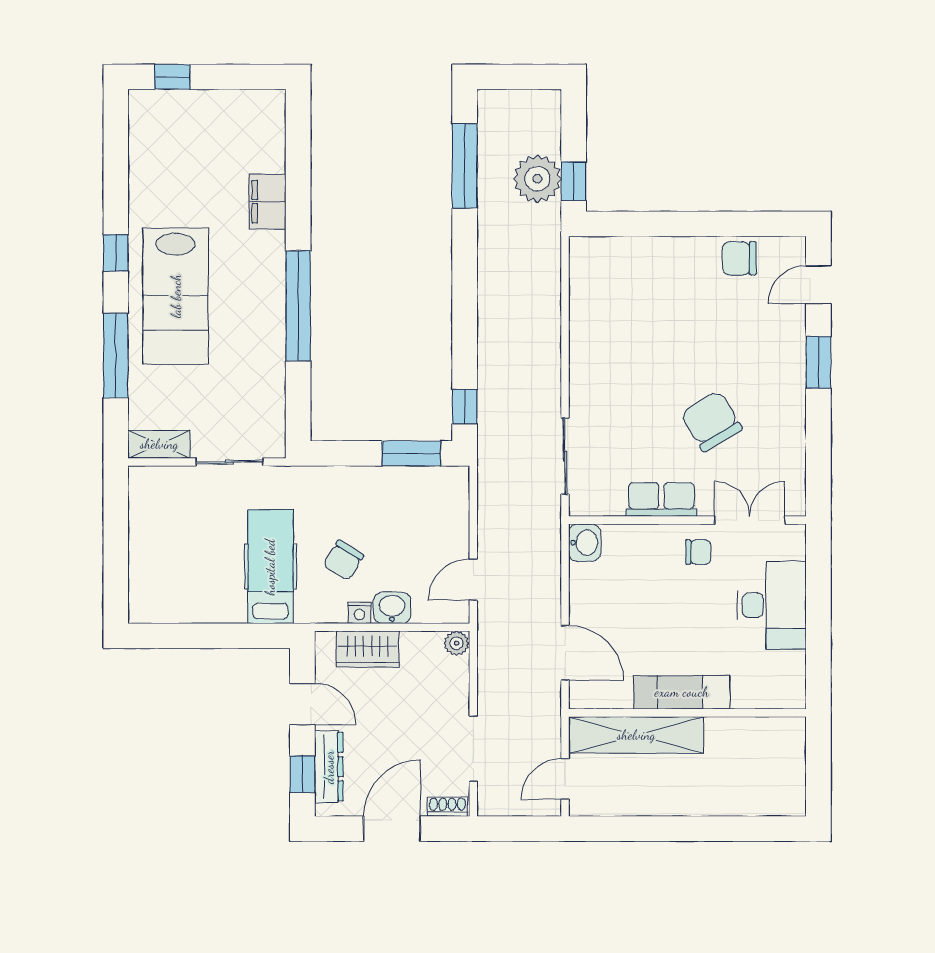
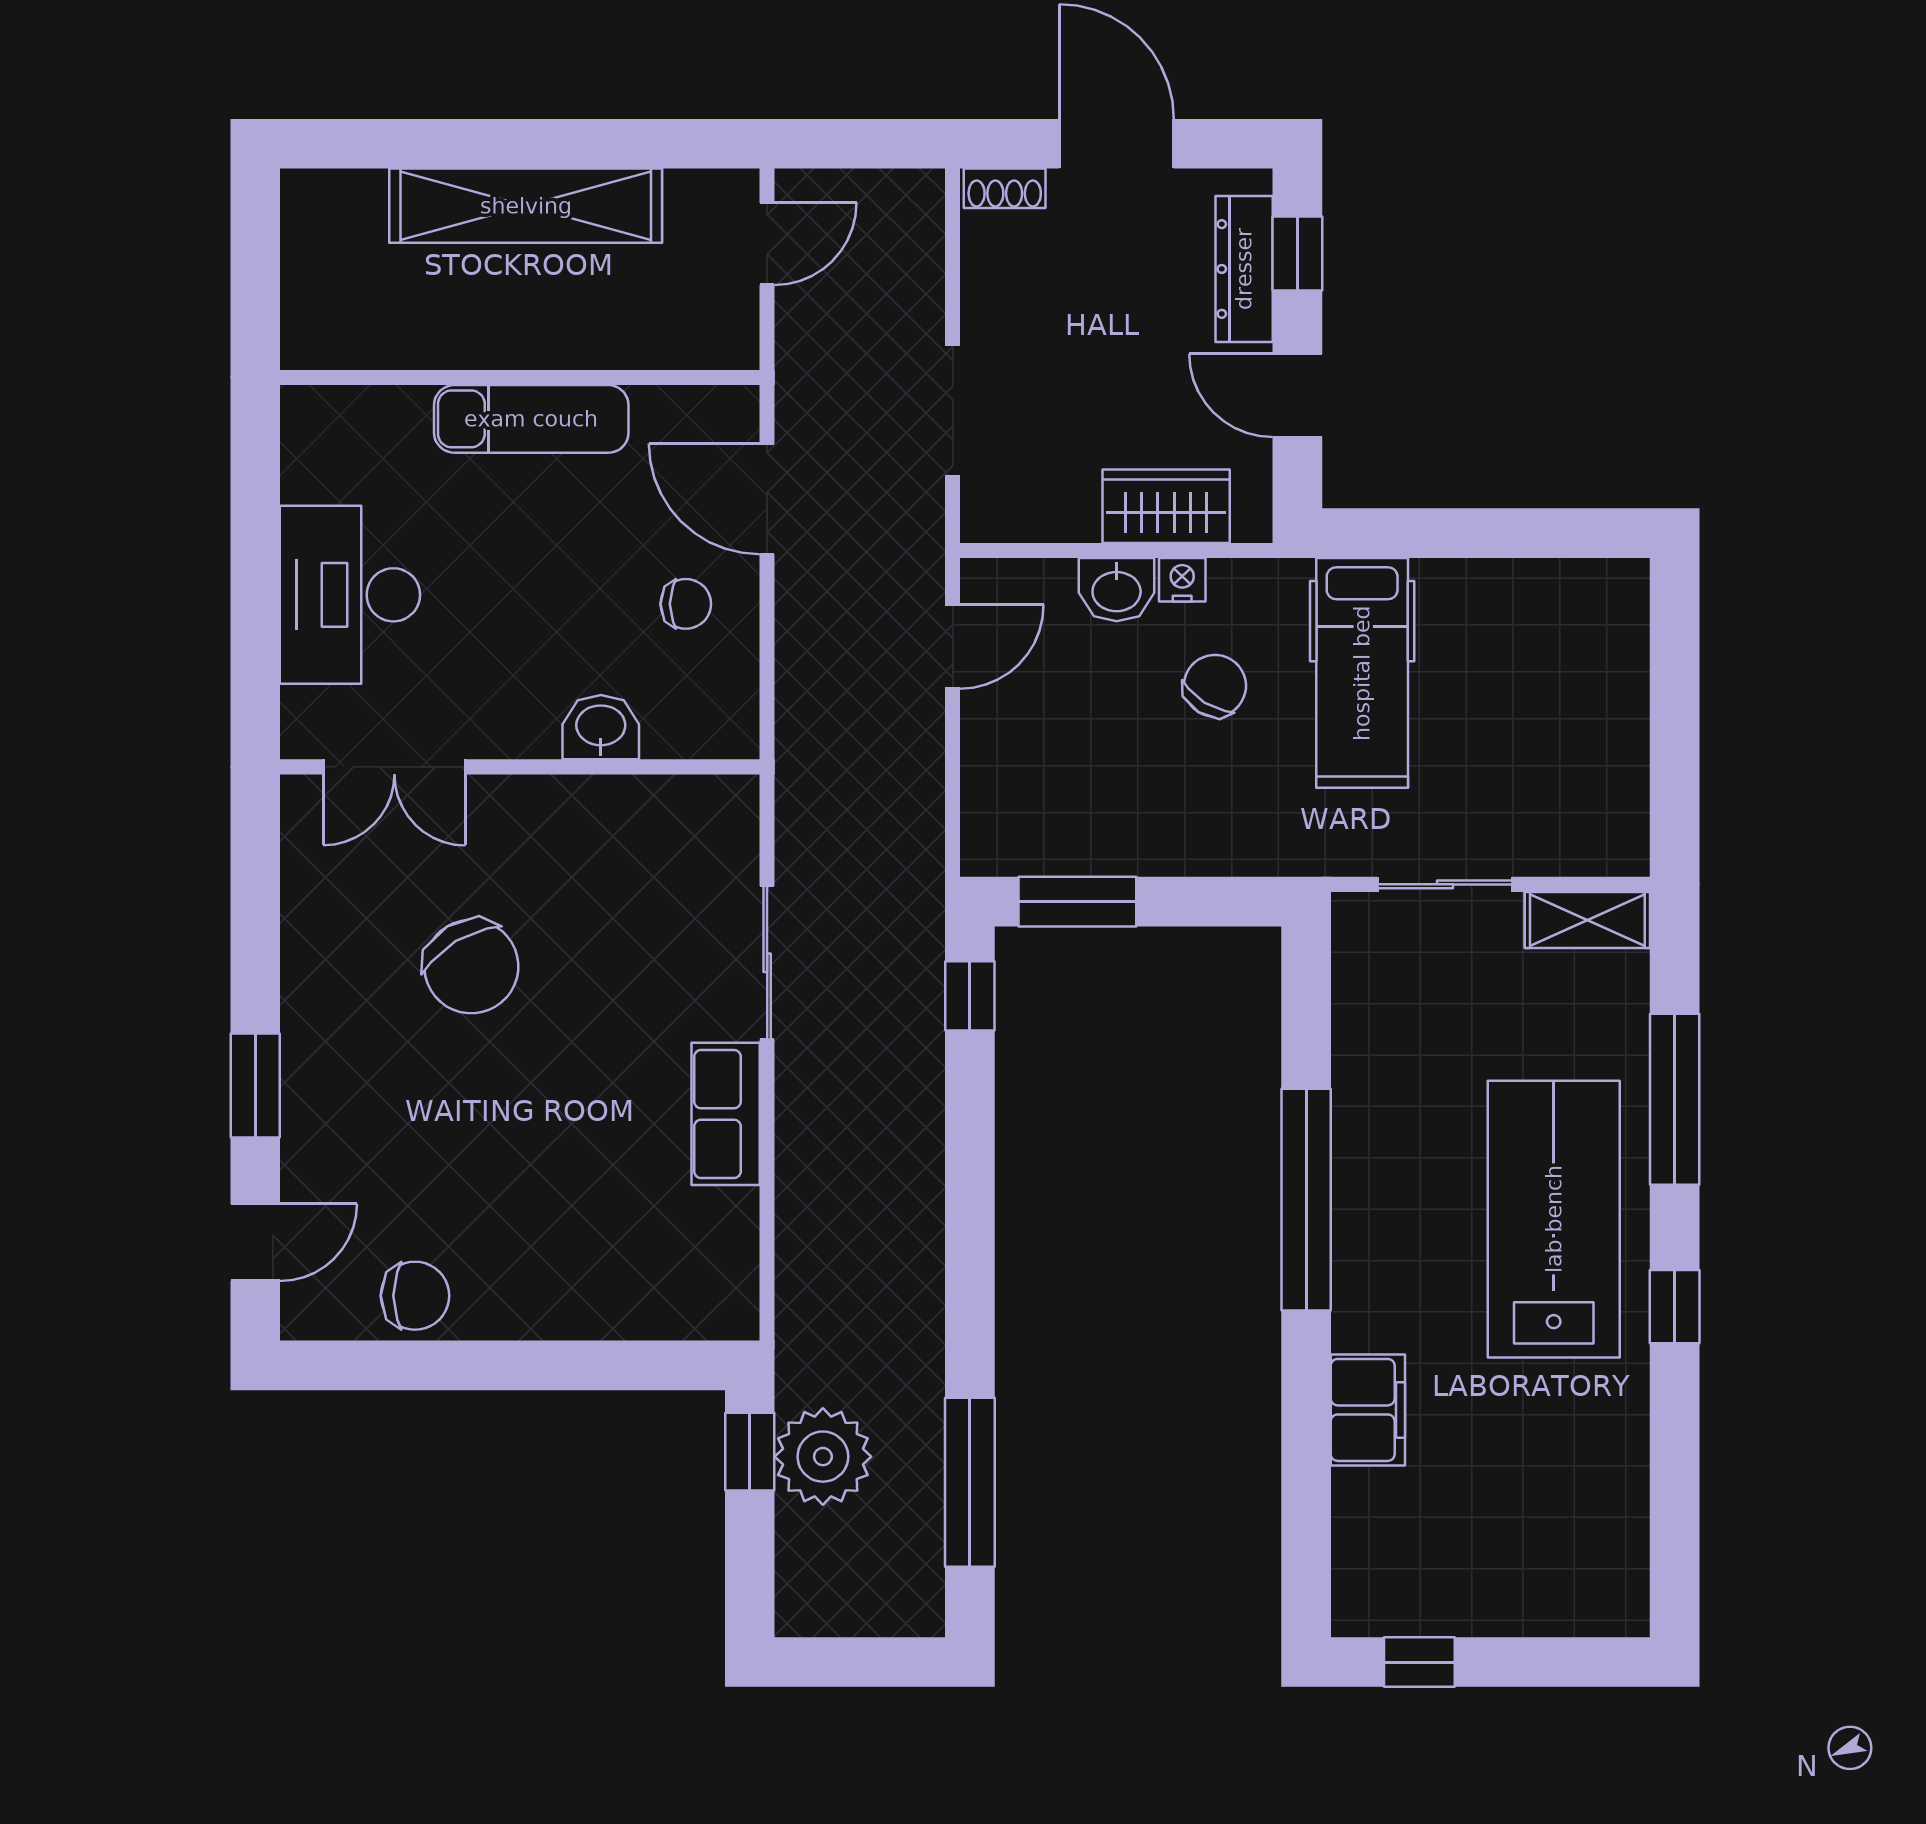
window: (172, 77) -> (1419, 1662), moved
sliding door: (565, 456) -> (767, 963), moved
row of seats: (661, 500) -> (726, 1114), moved, turned 90
washbasin: (585, 543) -> (601, 727), moved, turned 90
chair: (698, 552) -> (686, 604), moved, turned 180
plant: (457, 643) -> (986, 518), removed
shelving: (636, 735) -> (526, 206), moved
doorway: (473, 749) -> (953, 410), moved
door: (392, 829) -> (1117, 144), swing flipped

